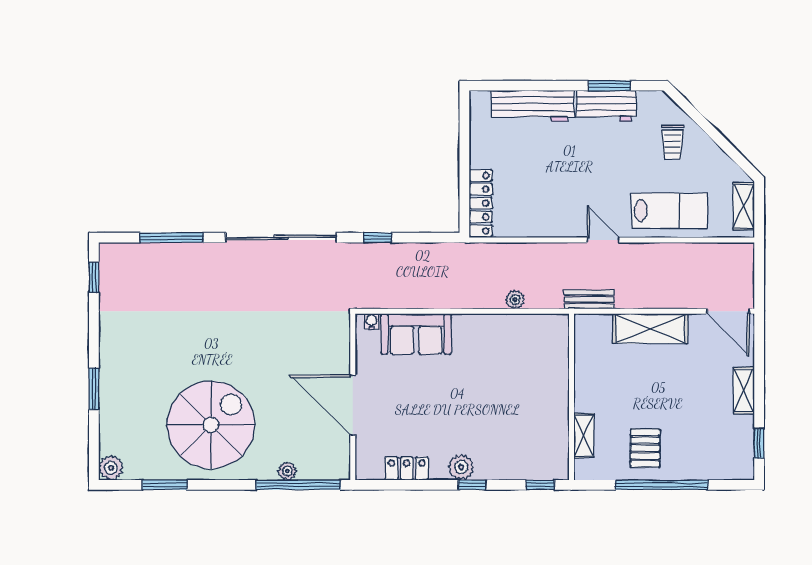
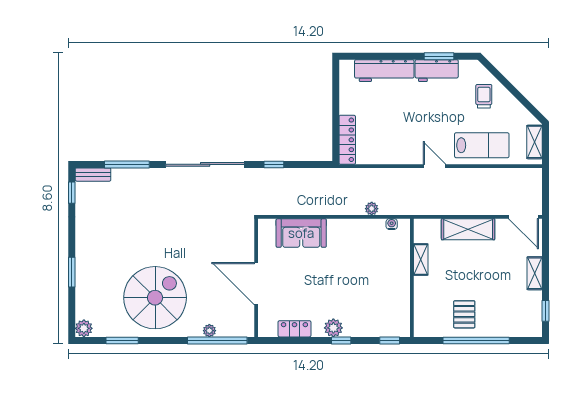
trolley: (673, 142) -> (484, 96), turned 180
bench: (589, 300) -> (93, 175), moved
water cooler: (371, 321) -> (392, 224), moved
shelving: (584, 436) -> (421, 260), moved

